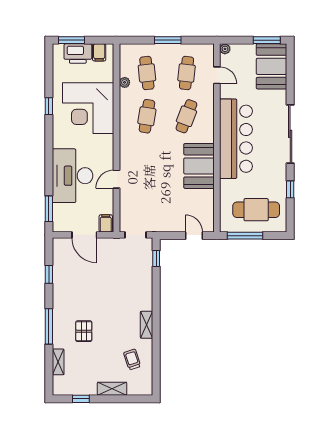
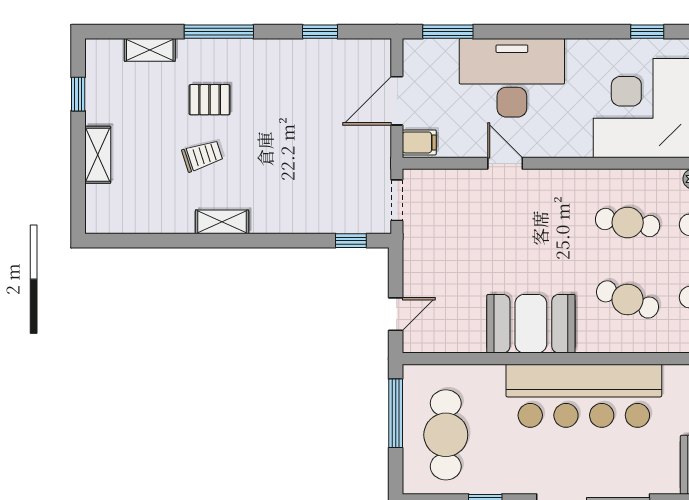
trolley: (132, 360) -> (202, 156), moved

